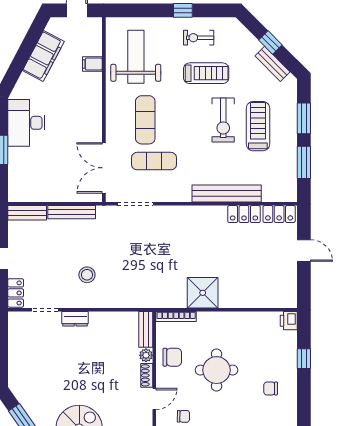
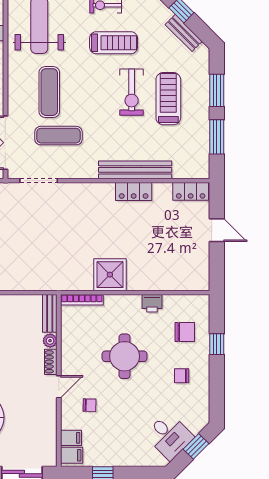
locker: (244, 214) -> (134, 192), moved
printer: (289, 321) -> (152, 303), moved, turned -90
chair: (172, 357) -> (185, 332), moved

